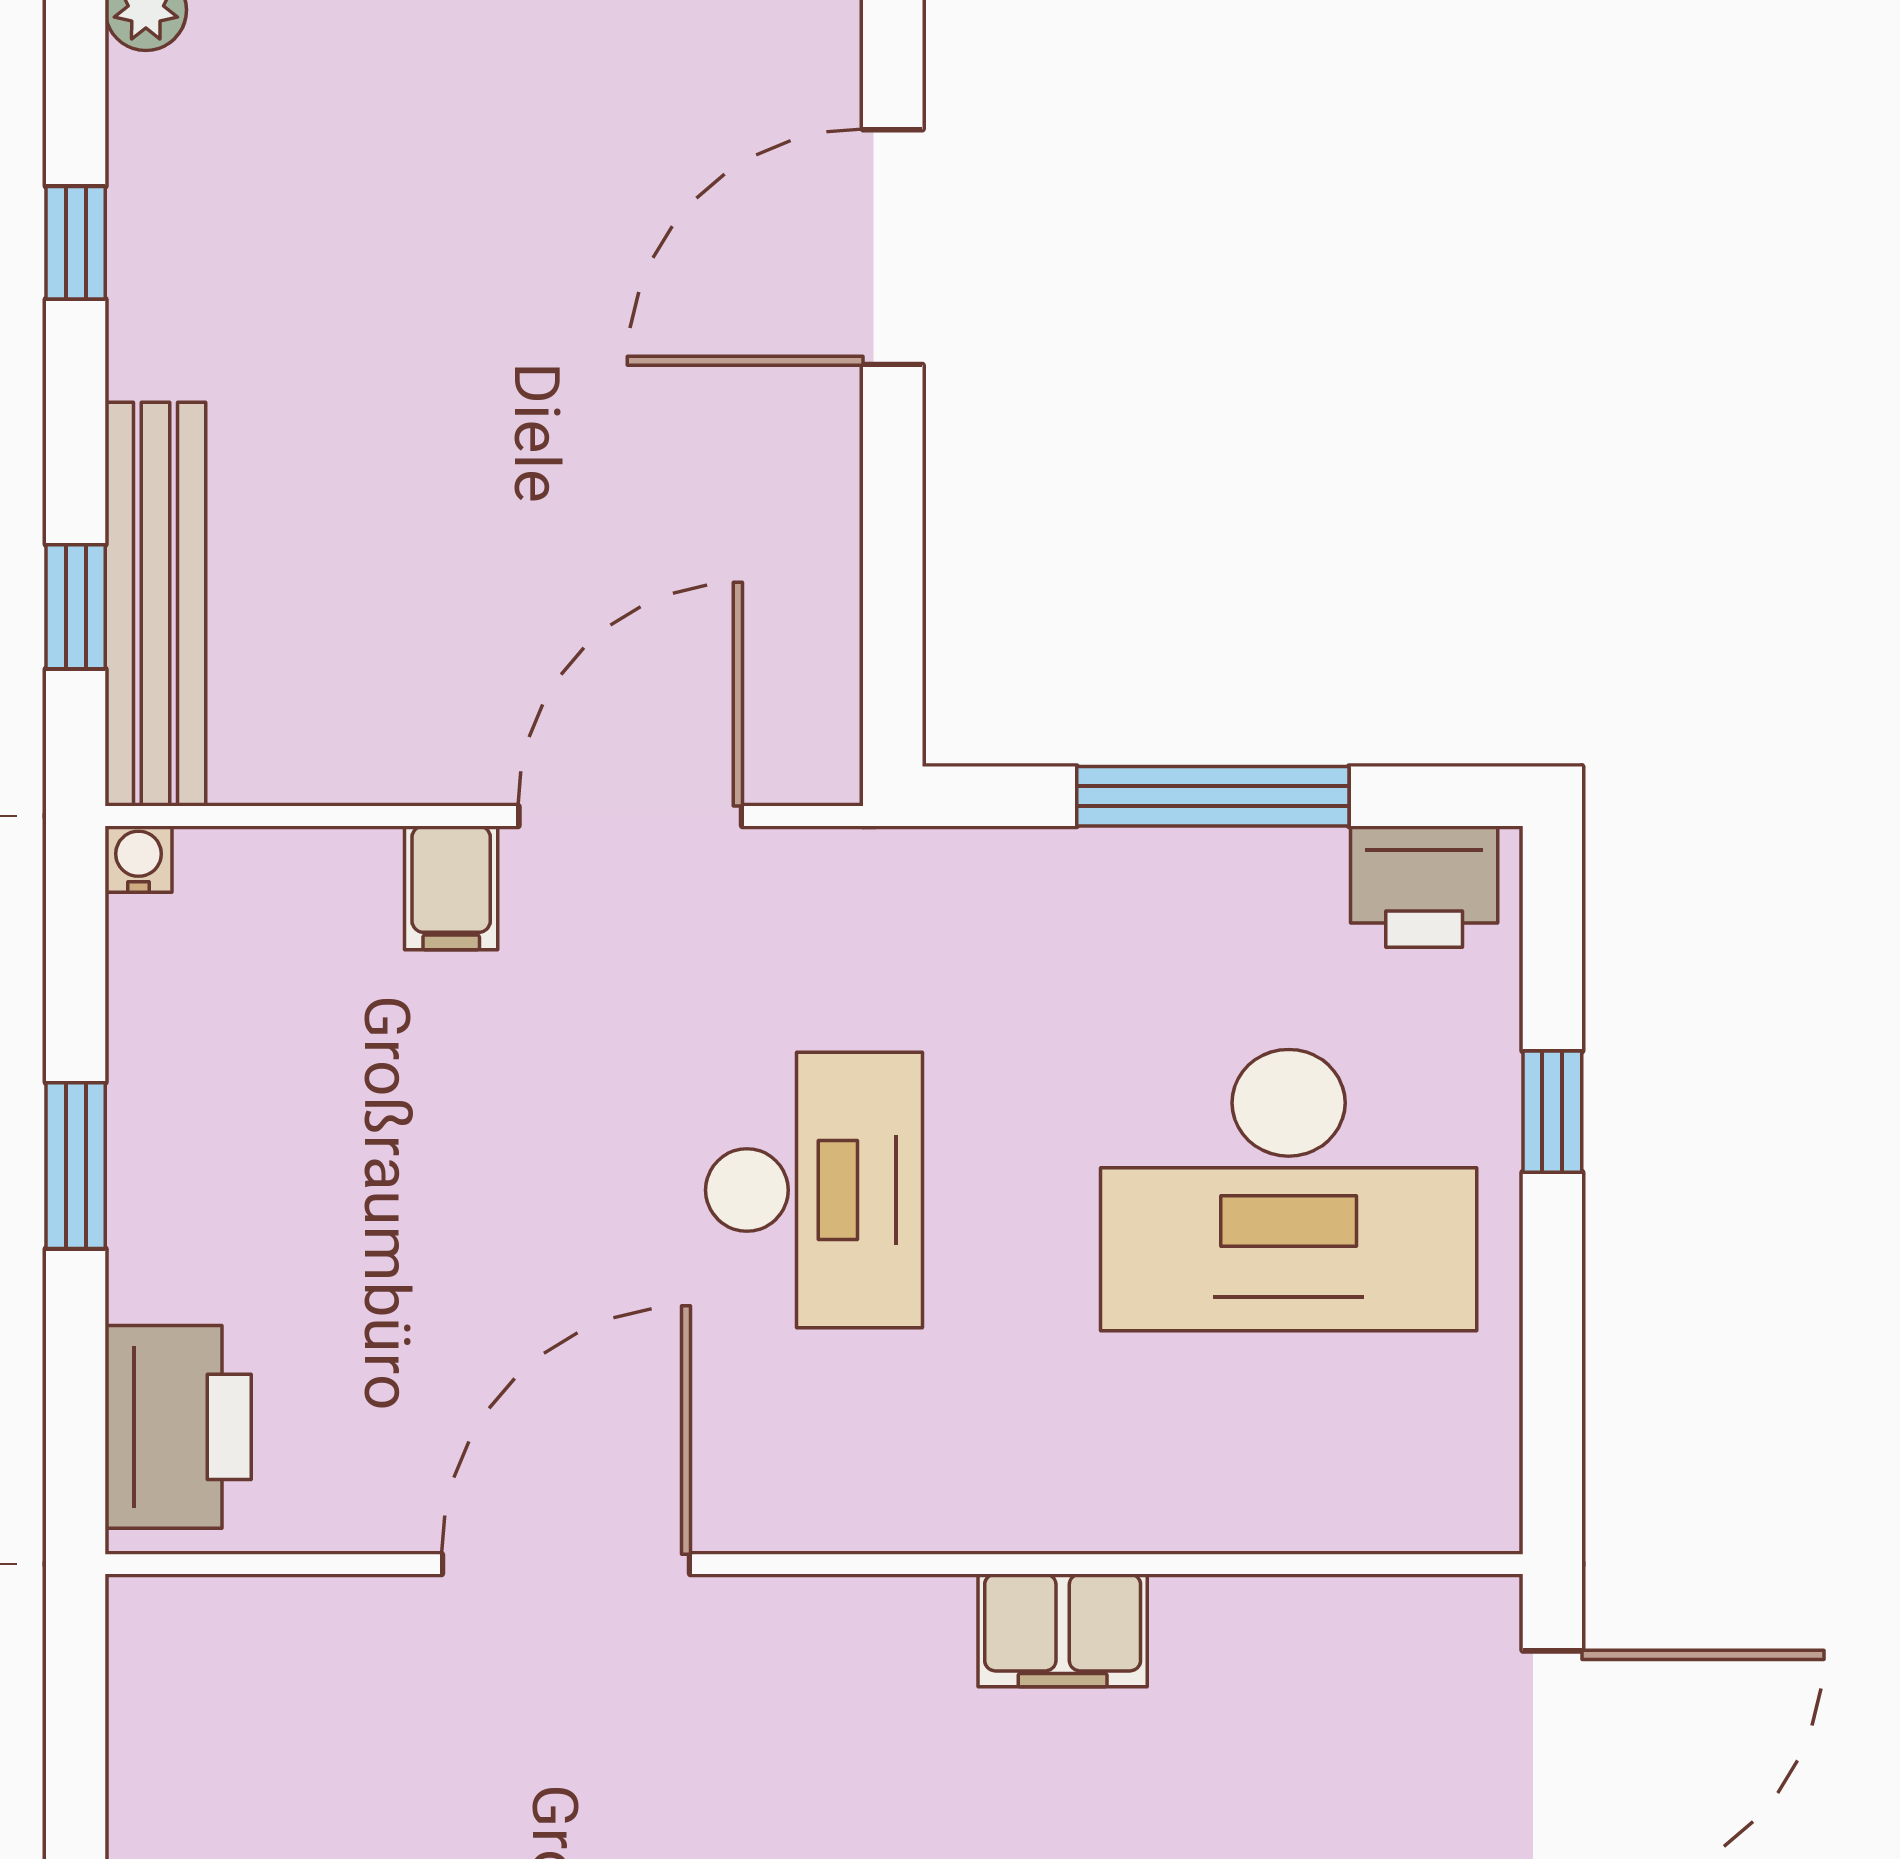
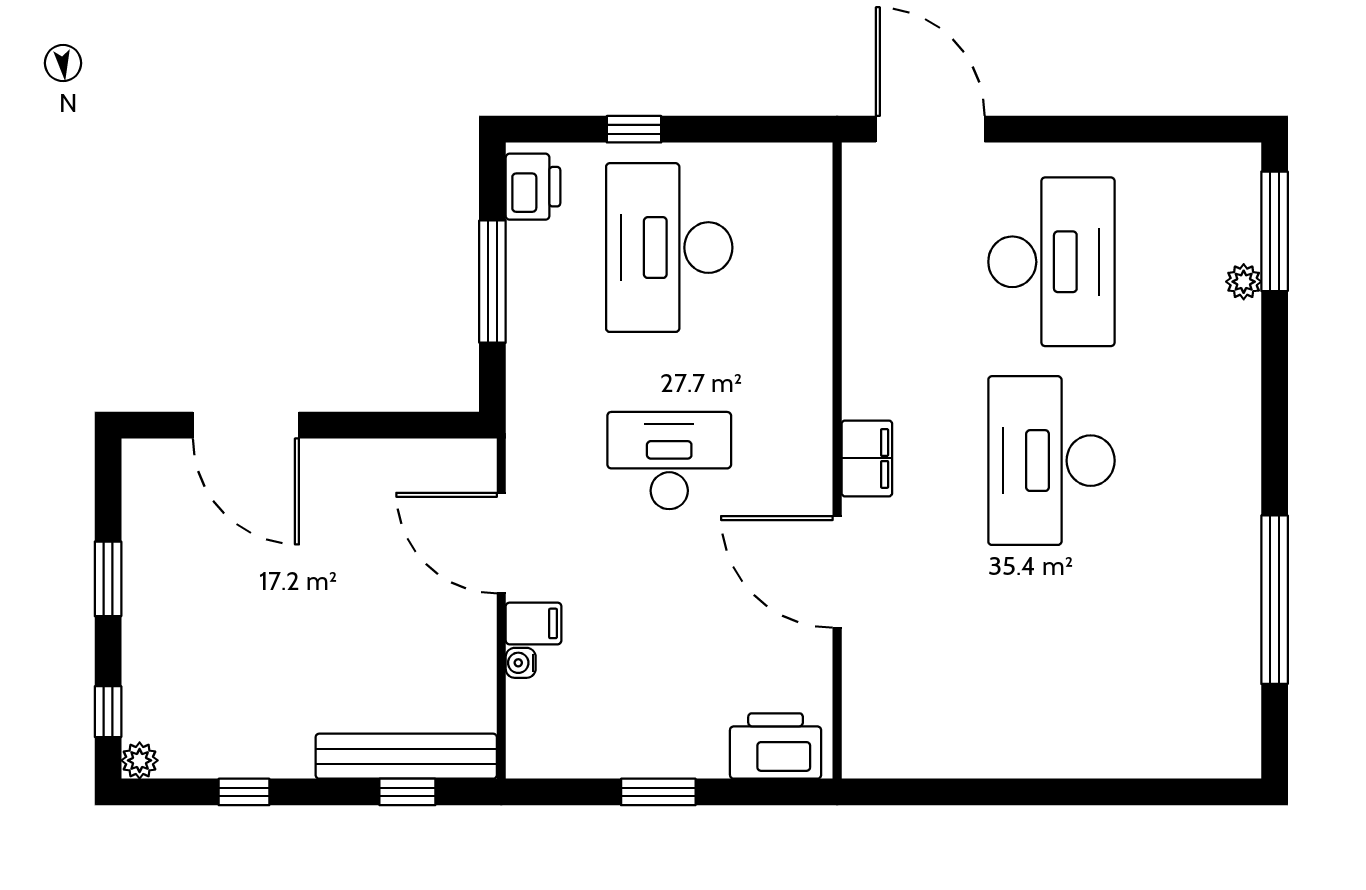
water cooler: (139, 859) -> (521, 663), moved
desk: (1289, 1190) -> (669, 248), turned 180
filing cabinet: (1063, 1630) -> (867, 458), moved

